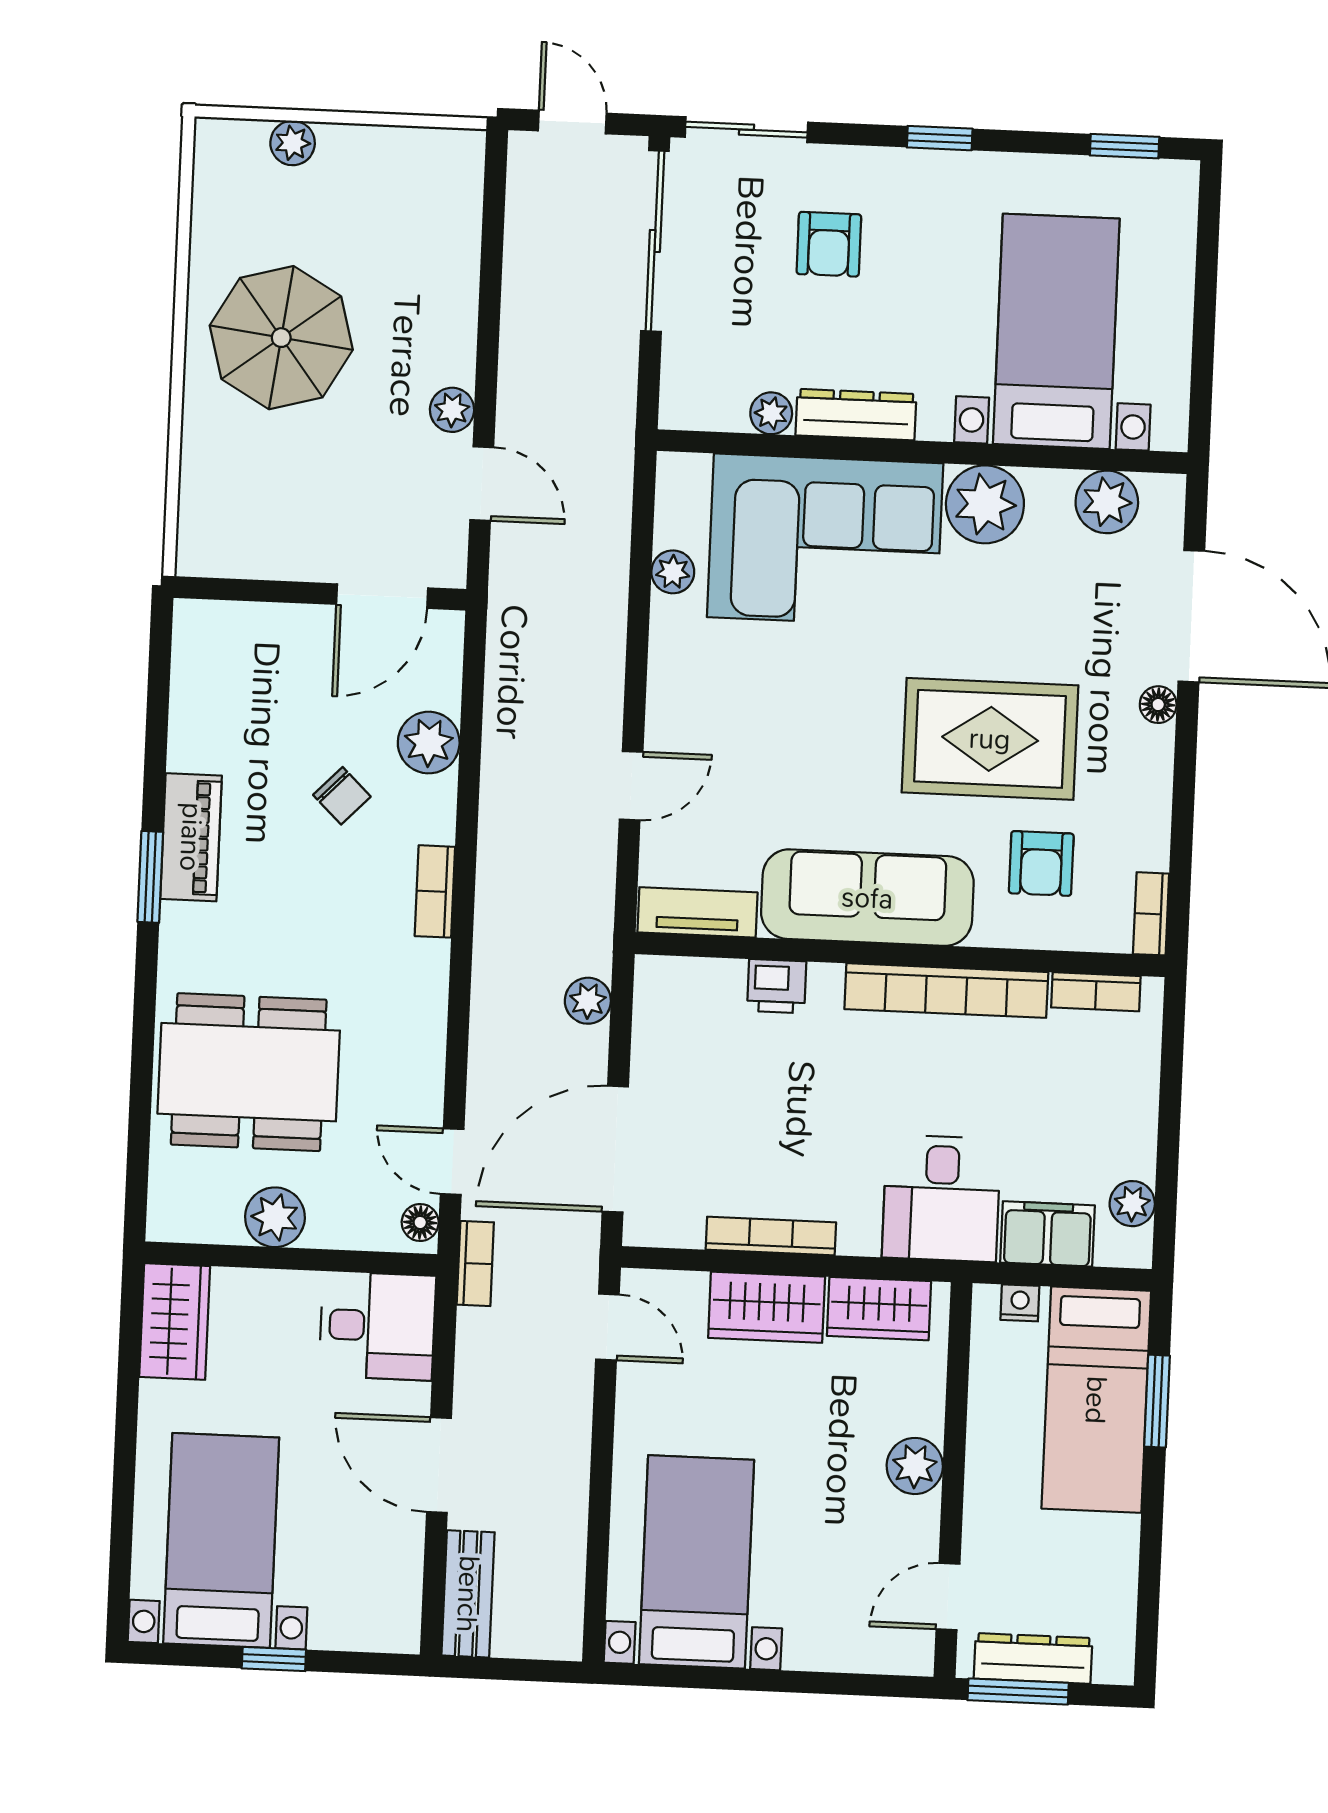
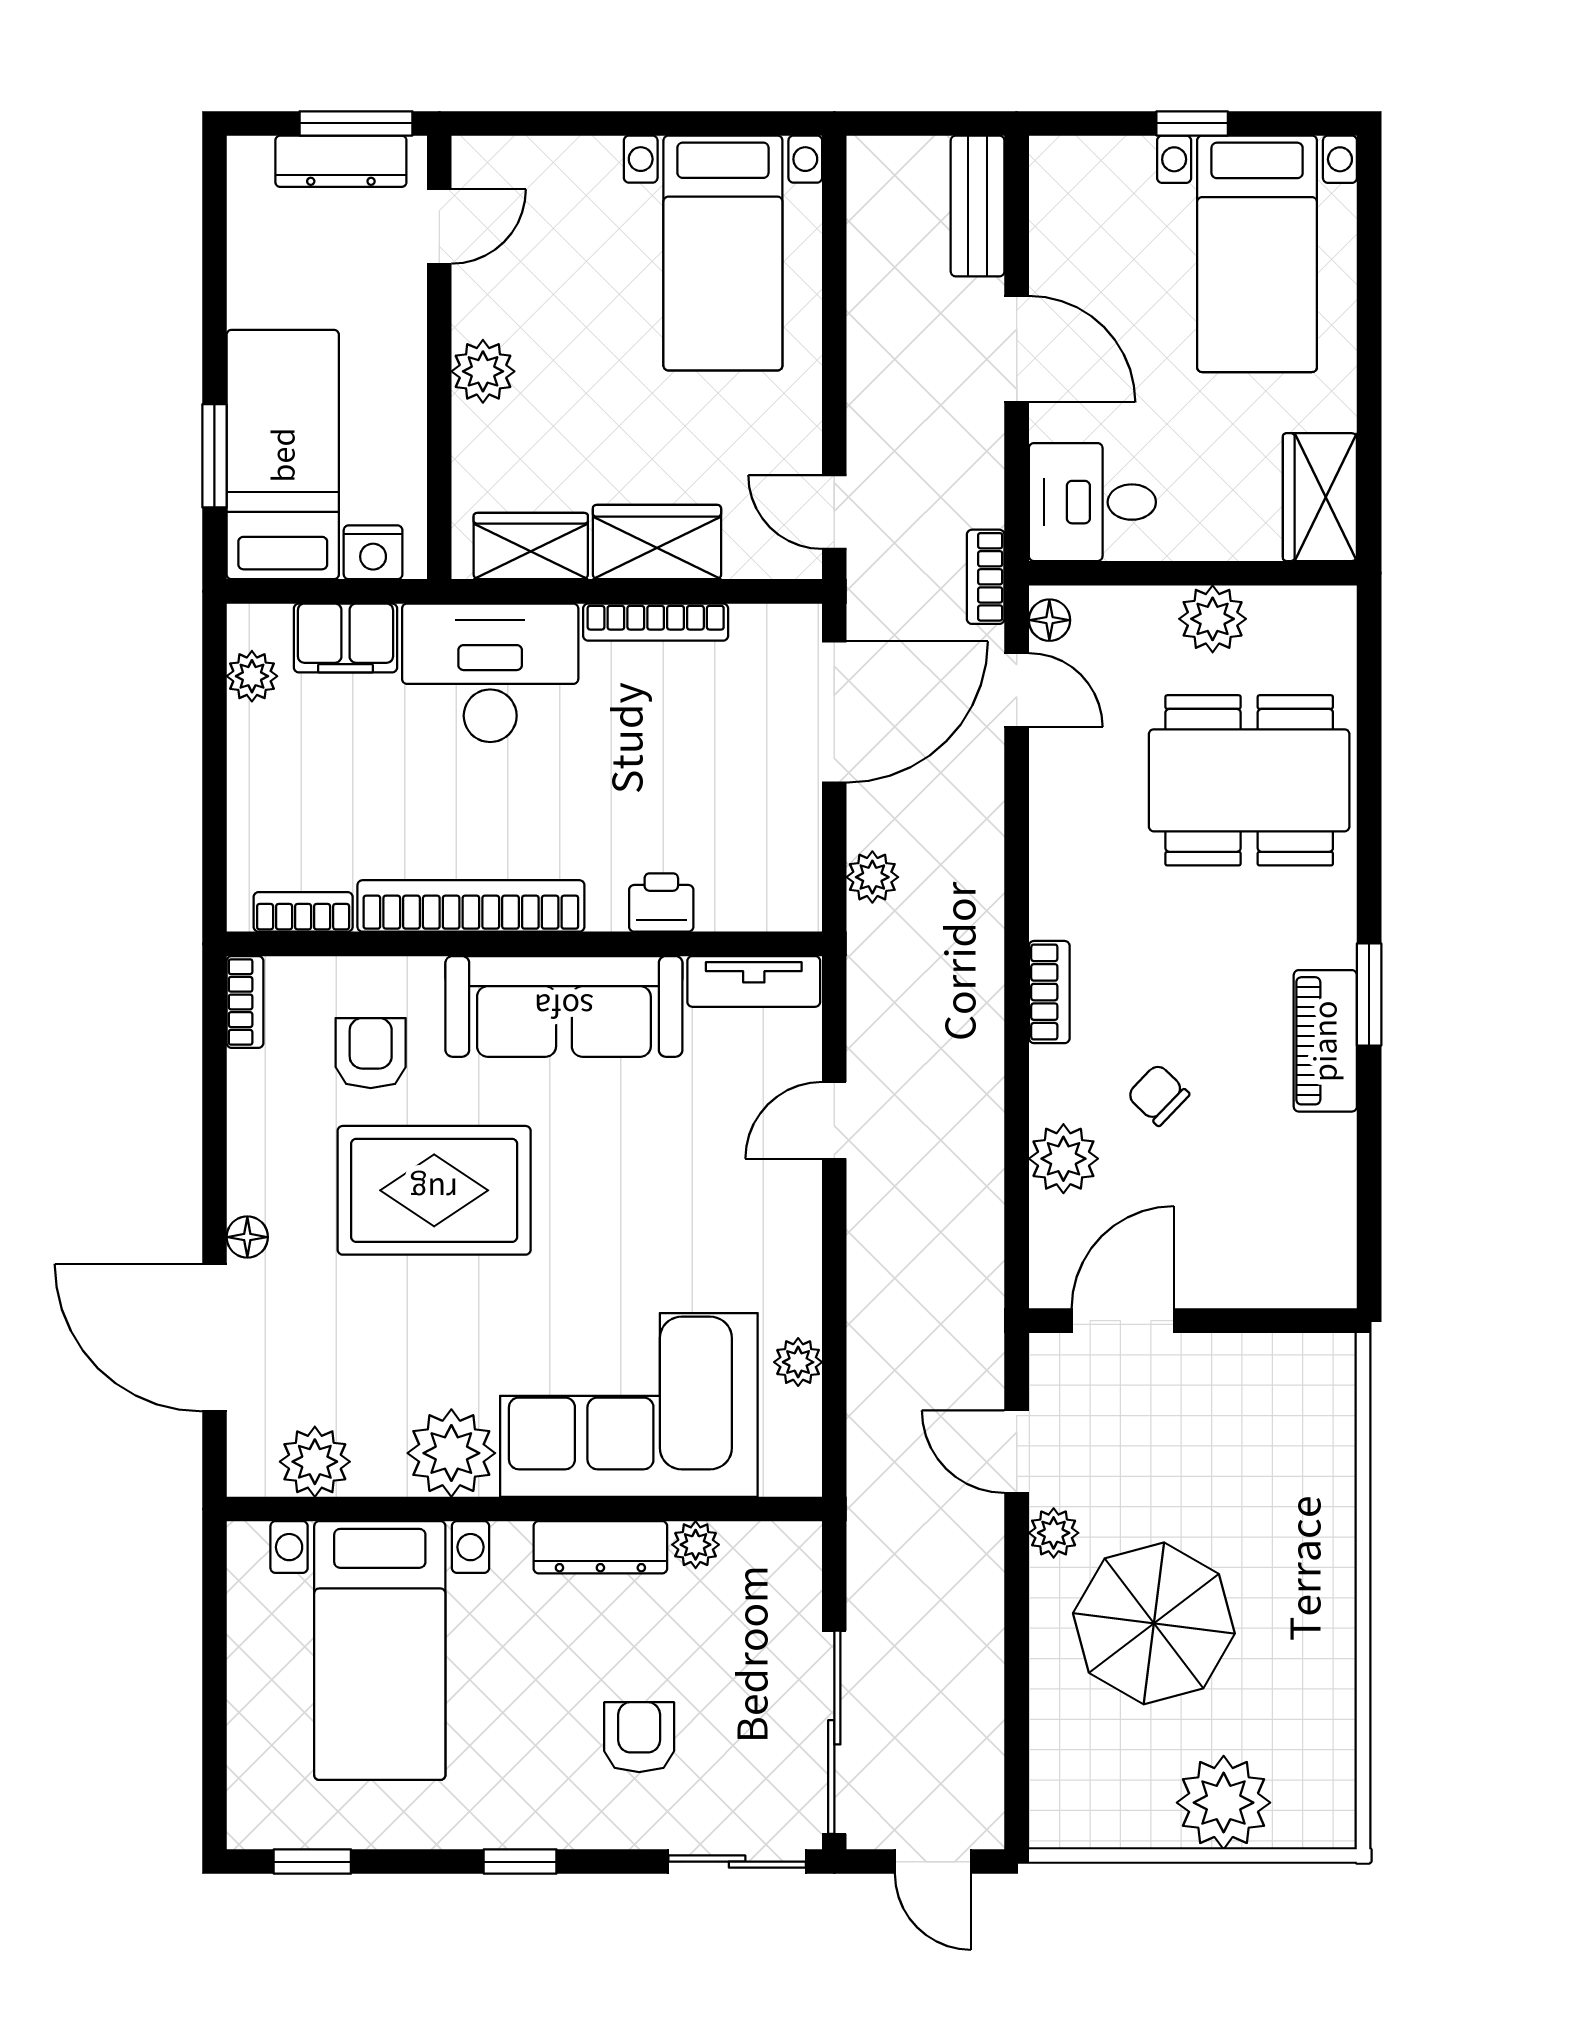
plant: (293, 143) -> (1224, 1803), width x1.87, depth x1.87
parasol: (281, 338) -> (1154, 1623), moved
desk: (941, 1198) -> (490, 673), width x1.37
nightstand: (1020, 1303) -> (373, 552), width x1.39, depth x1.35

